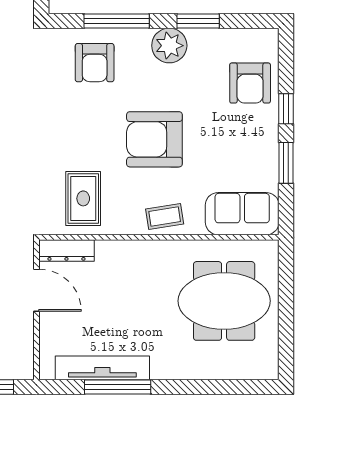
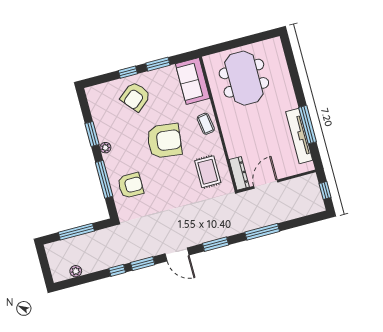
plant: (169, 46) -> (105, 148), width x0.53, depth x0.53
armchair: (250, 83) -> (135, 97), moved, turned 140
armchair: (154, 139) -> (164, 141), turned -83
rug: (83, 198) -> (208, 172), turned 90

